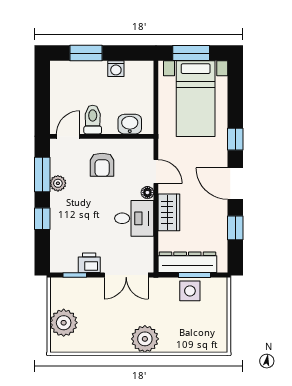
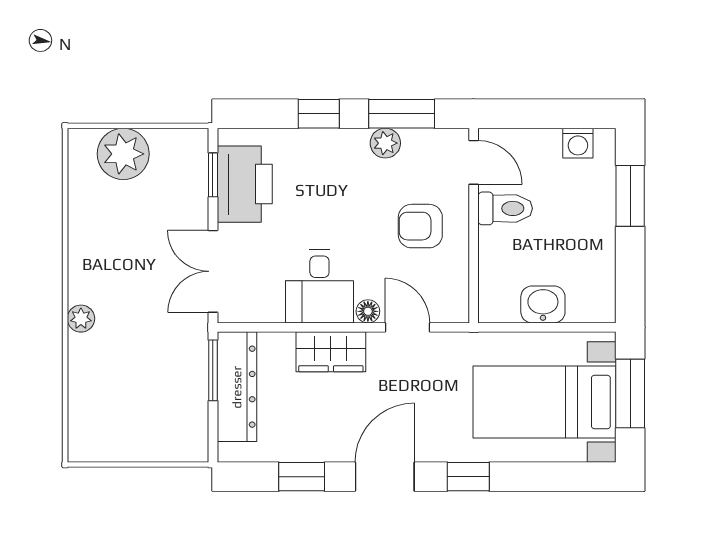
washing machine: (116, 69) -> (578, 143), moved, turned -90
washbasin: (130, 124) -> (543, 304), moved, turned -90
door: (156, 172) -> (407, 327), swing flipped
printer: (89, 263) -> (245, 184), width x1.87, depth x1.48
window: (195, 275) -> (213, 370), moved
side table: (190, 291) -> (183, 391), removed
plant: (145, 339) -> (81, 319), width x0.53, depth x0.53

